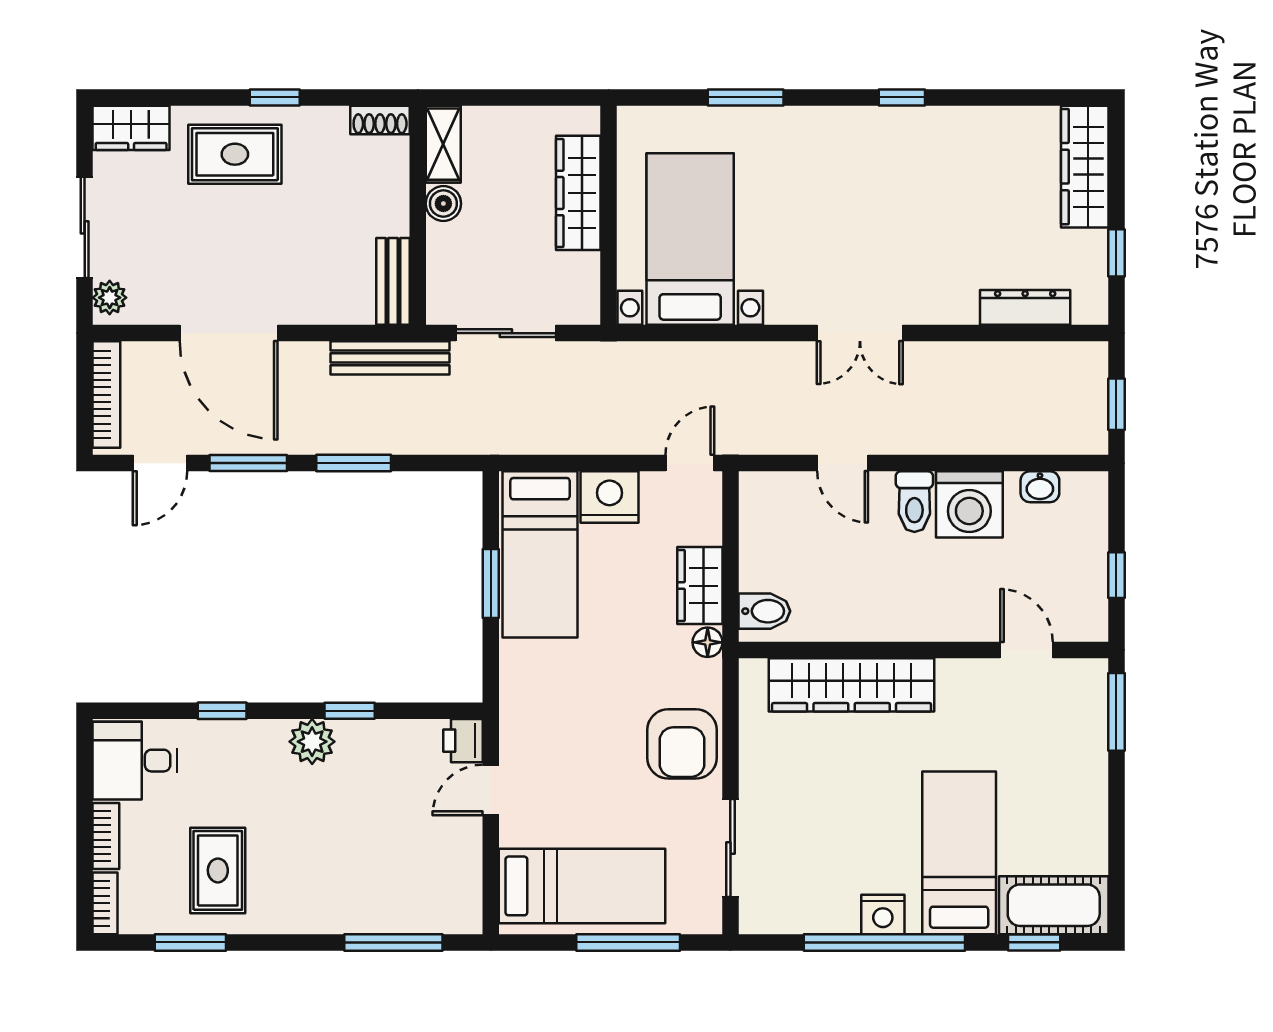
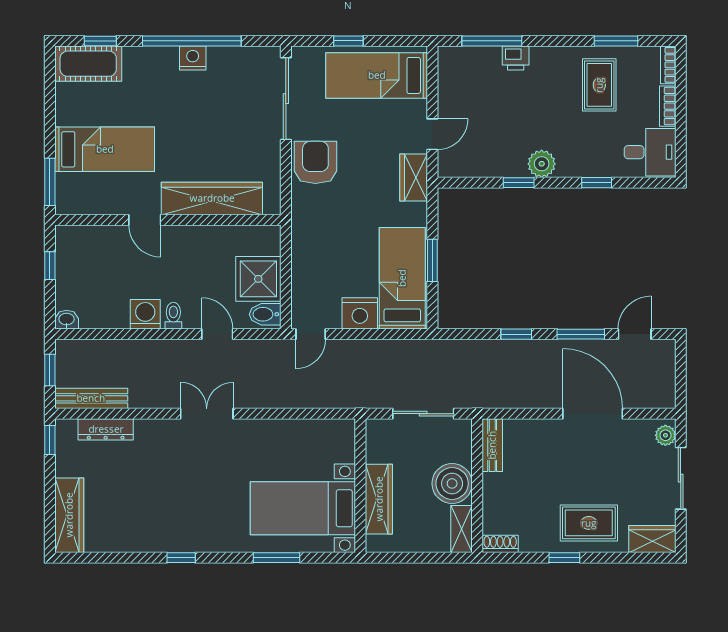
boiler: (443, 204) -> (452, 483), width x1.86, depth x1.86
bed with nightstands: (690, 239) -> (303, 508), moved, turned 90
window: (1116, 253) -> (50, 440), moved
bench: (390, 358) -> (91, 398), moved
bookcase: (106, 395) -> (667, 376), removed
window: (354, 463) -> (516, 334), width x0.67
washbasin: (1040, 487) -> (67, 320), moved
toilet: (914, 502) -> (173, 316), width x0.73, depth x0.72
washing machine: (969, 504) -> (145, 314), width x0.73, depth x0.73
shower: (775, 553) -> (258, 279), added
wardrobe: (700, 586) -> (414, 178), moved, turned 180
bidet: (764, 611) -> (265, 314), moved
floor lamp: (708, 642) -> (300, 224), removed
door: (1027, 650) -> (145, 220), moved
printer: (463, 741) -> (516, 58), moved, turned 90
sliding door: (730, 848) -> (286, 99), width x1.37
bed: (959, 853) -> (105, 149), moved, turned -90
window: (628, 942) -> (348, 41), width x0.46

